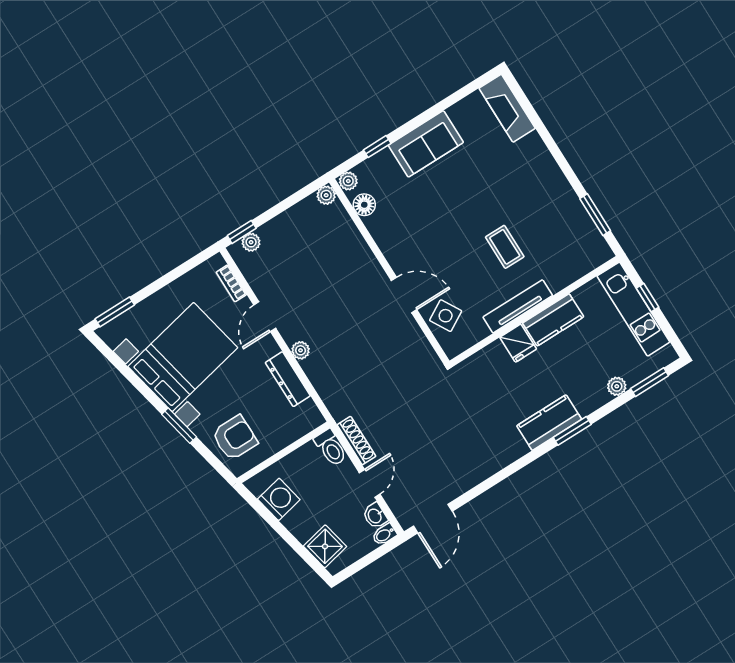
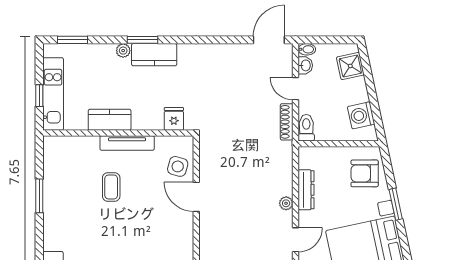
window: (595, 215) -> (39, 196), moved
side table: (446, 316) -> (178, 166), turned 45
fridge: (518, 343) -> (174, 119), moved
plant: (617, 386) -> (123, 51), moved
door: (370, 483) -> (296, 89), hinge flipped

